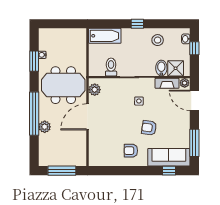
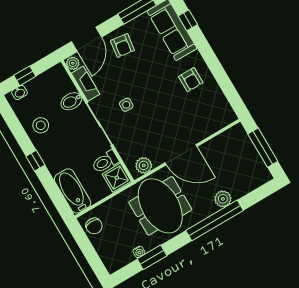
chair: (75, 36) -> (94, 226), added
shower: (176, 68) -> (117, 178), moved
armchair: (149, 128) -> (122, 46), moved

